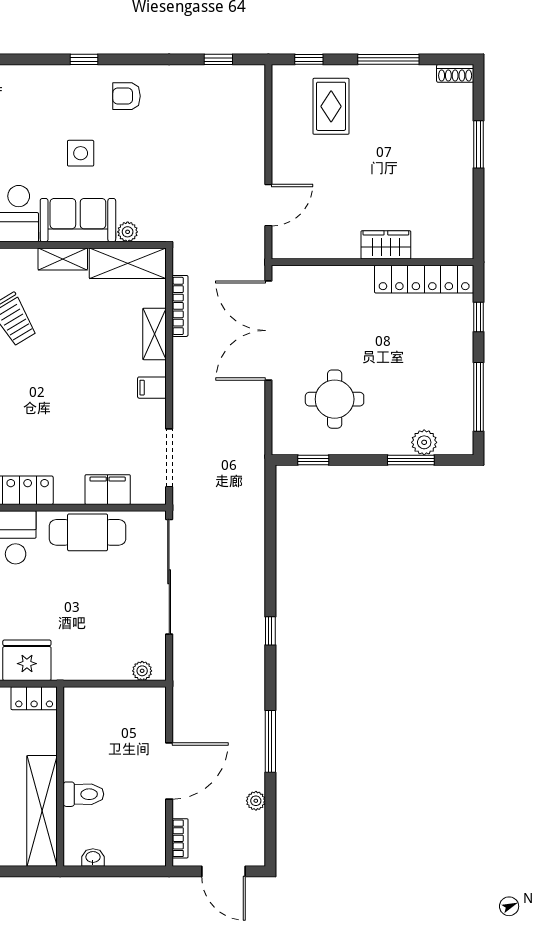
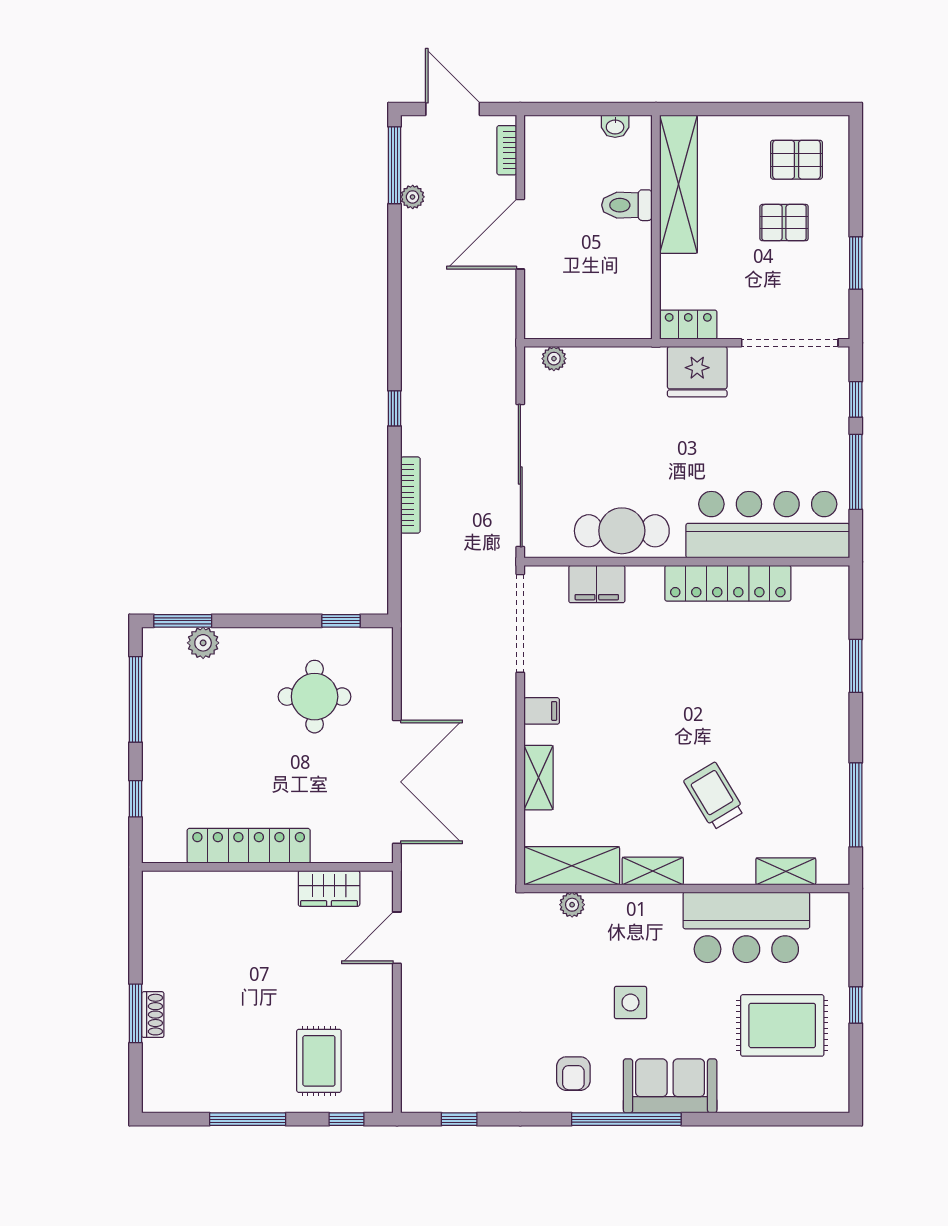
window: (84, 59) -> (626, 1119), width x3.17
shoe rack: (455, 73) -> (153, 1015), moved, turned 90
armchair: (127, 96) -> (573, 1074), turned 90
sofa: (78, 220) -> (670, 1086), moved, turned 180
wardrobe: (386, 245) -> (329, 888), moved
locker: (424, 279) -> (249, 846), moved
bookcase: (180, 306) -> (410, 495), moved, turned 180
doorway: (169, 458) -> (520, 623), width x1.36
window: (411, 460) -> (183, 621), moved
window: (270, 741) -> (394, 165), moved

